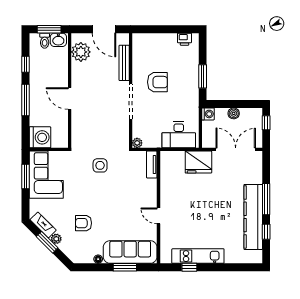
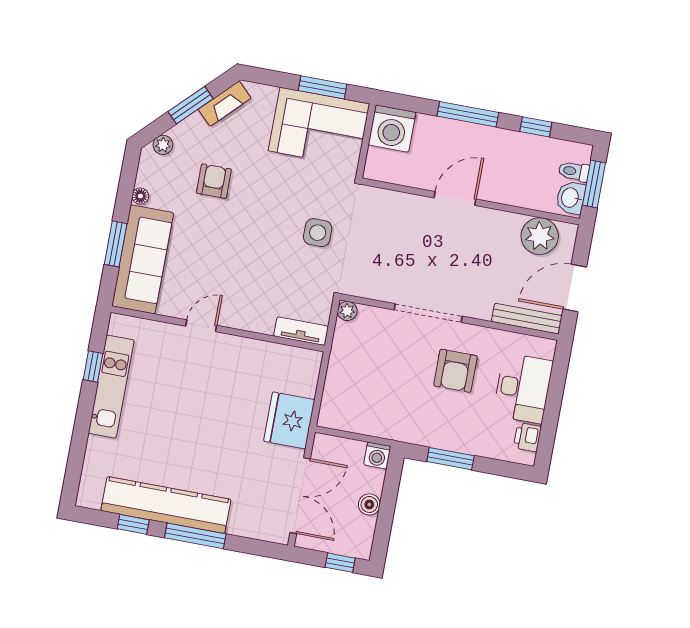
bench: (124, 63) -> (527, 319), moved
desk: (179, 135) -> (523, 388), moved, turned 180
plant: (56, 239) -> (163, 145), moved

